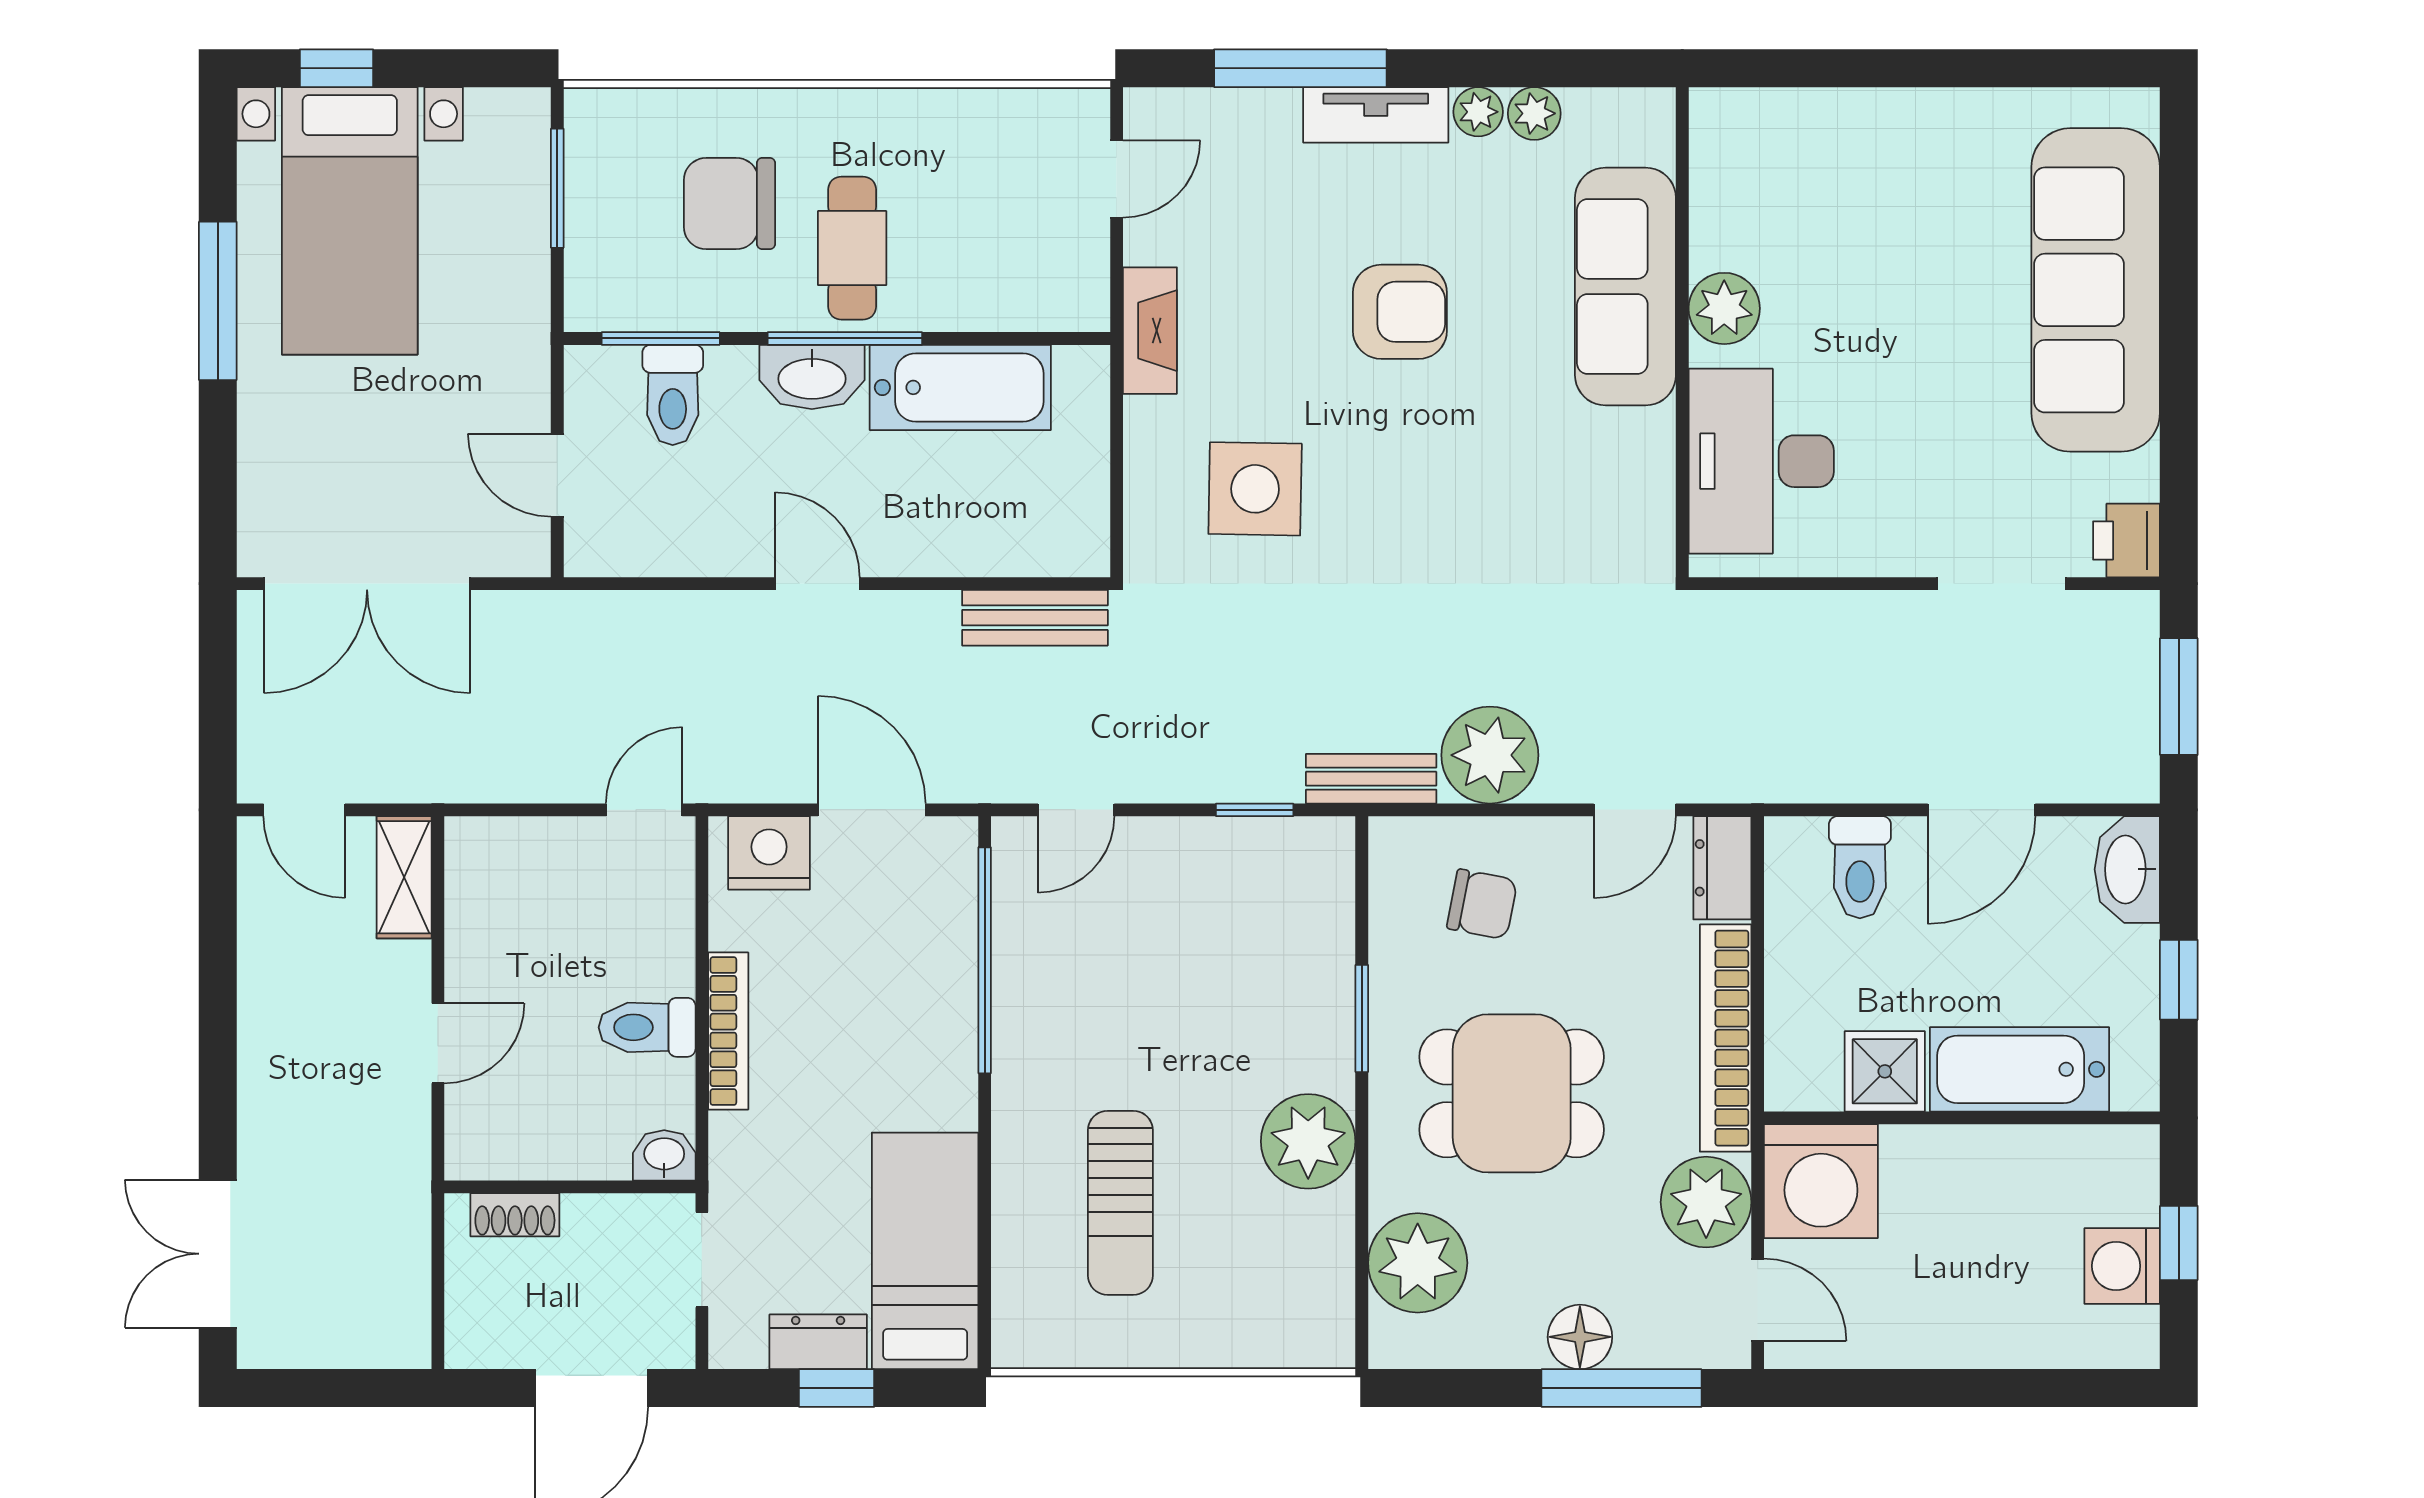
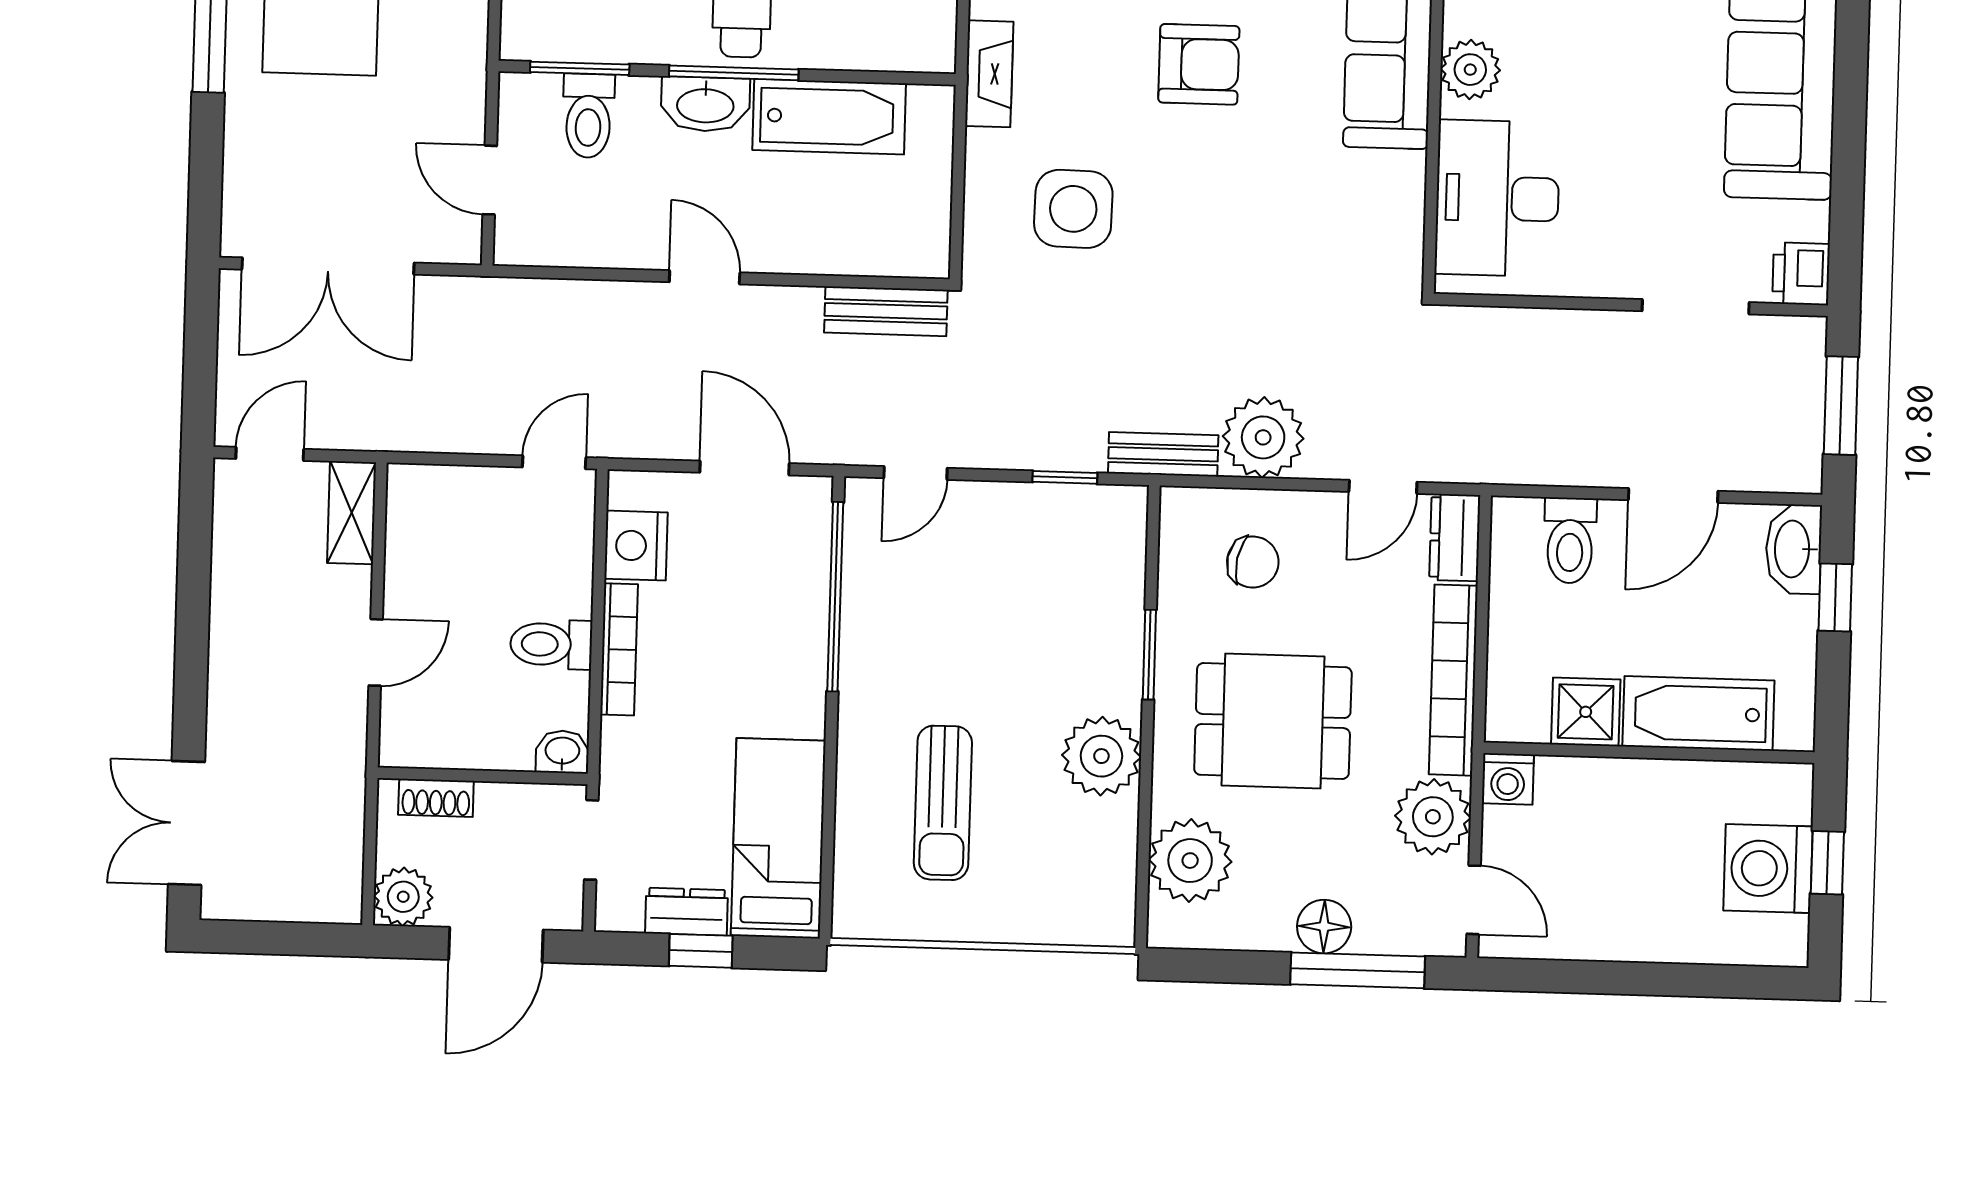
door: (304, 810) -> (270, 454), swing flipped
nightstand: (769, 853) -> (636, 546), moved, turned -90
window: (2179, 980) -> (1835, 597), moved
washing machine: (1821, 1181) -> (1508, 779), width x0.53, depth x0.53
washing machine: (2122, 1266) -> (1768, 869), width x1.37, depth x1.37
plant: (479, 1334) -> (403, 897), added

